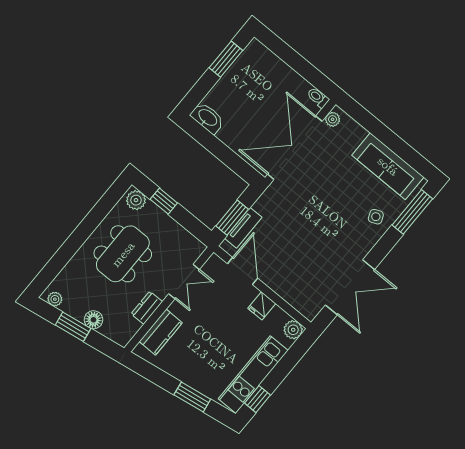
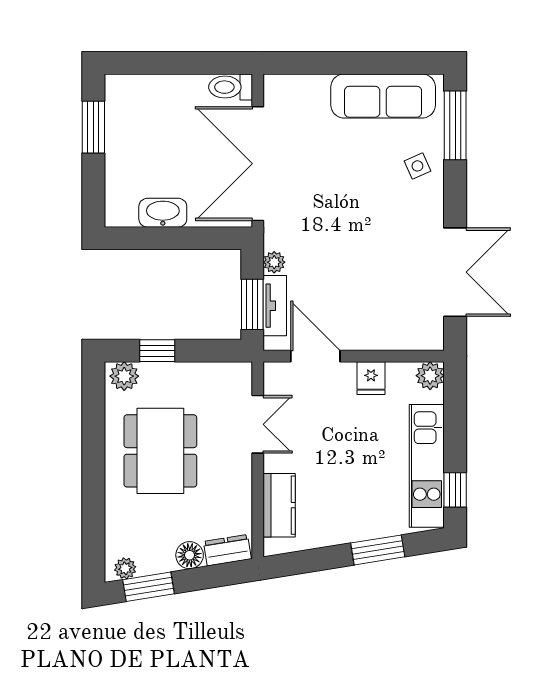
toilet: (318, 98) -> (231, 87), width x1.37, depth x1.39
washbasin: (207, 118) -> (163, 213), moved
plant: (333, 119) -> (274, 262), moved
dresser: (147, 308) -> (227, 550), moved, turned 81
window: (73, 327) -> (148, 587), moved

